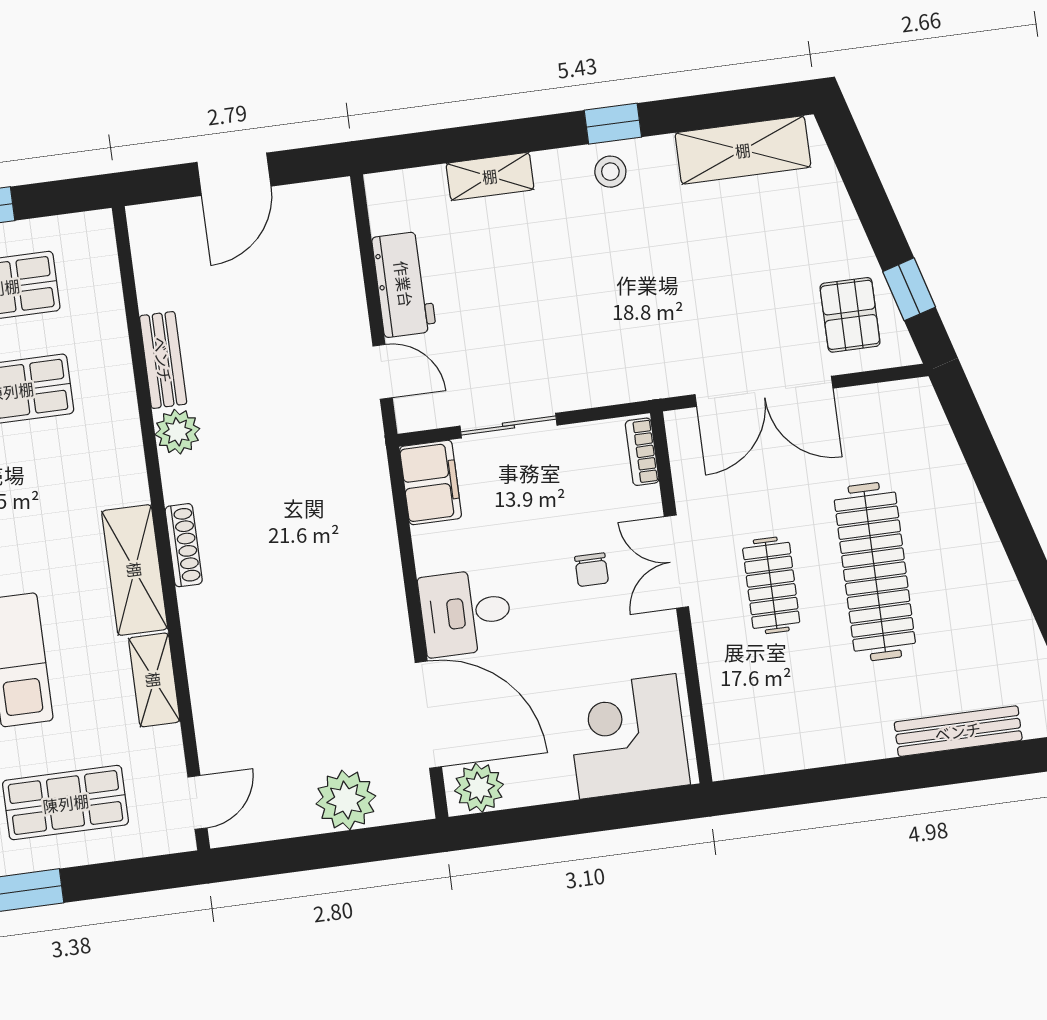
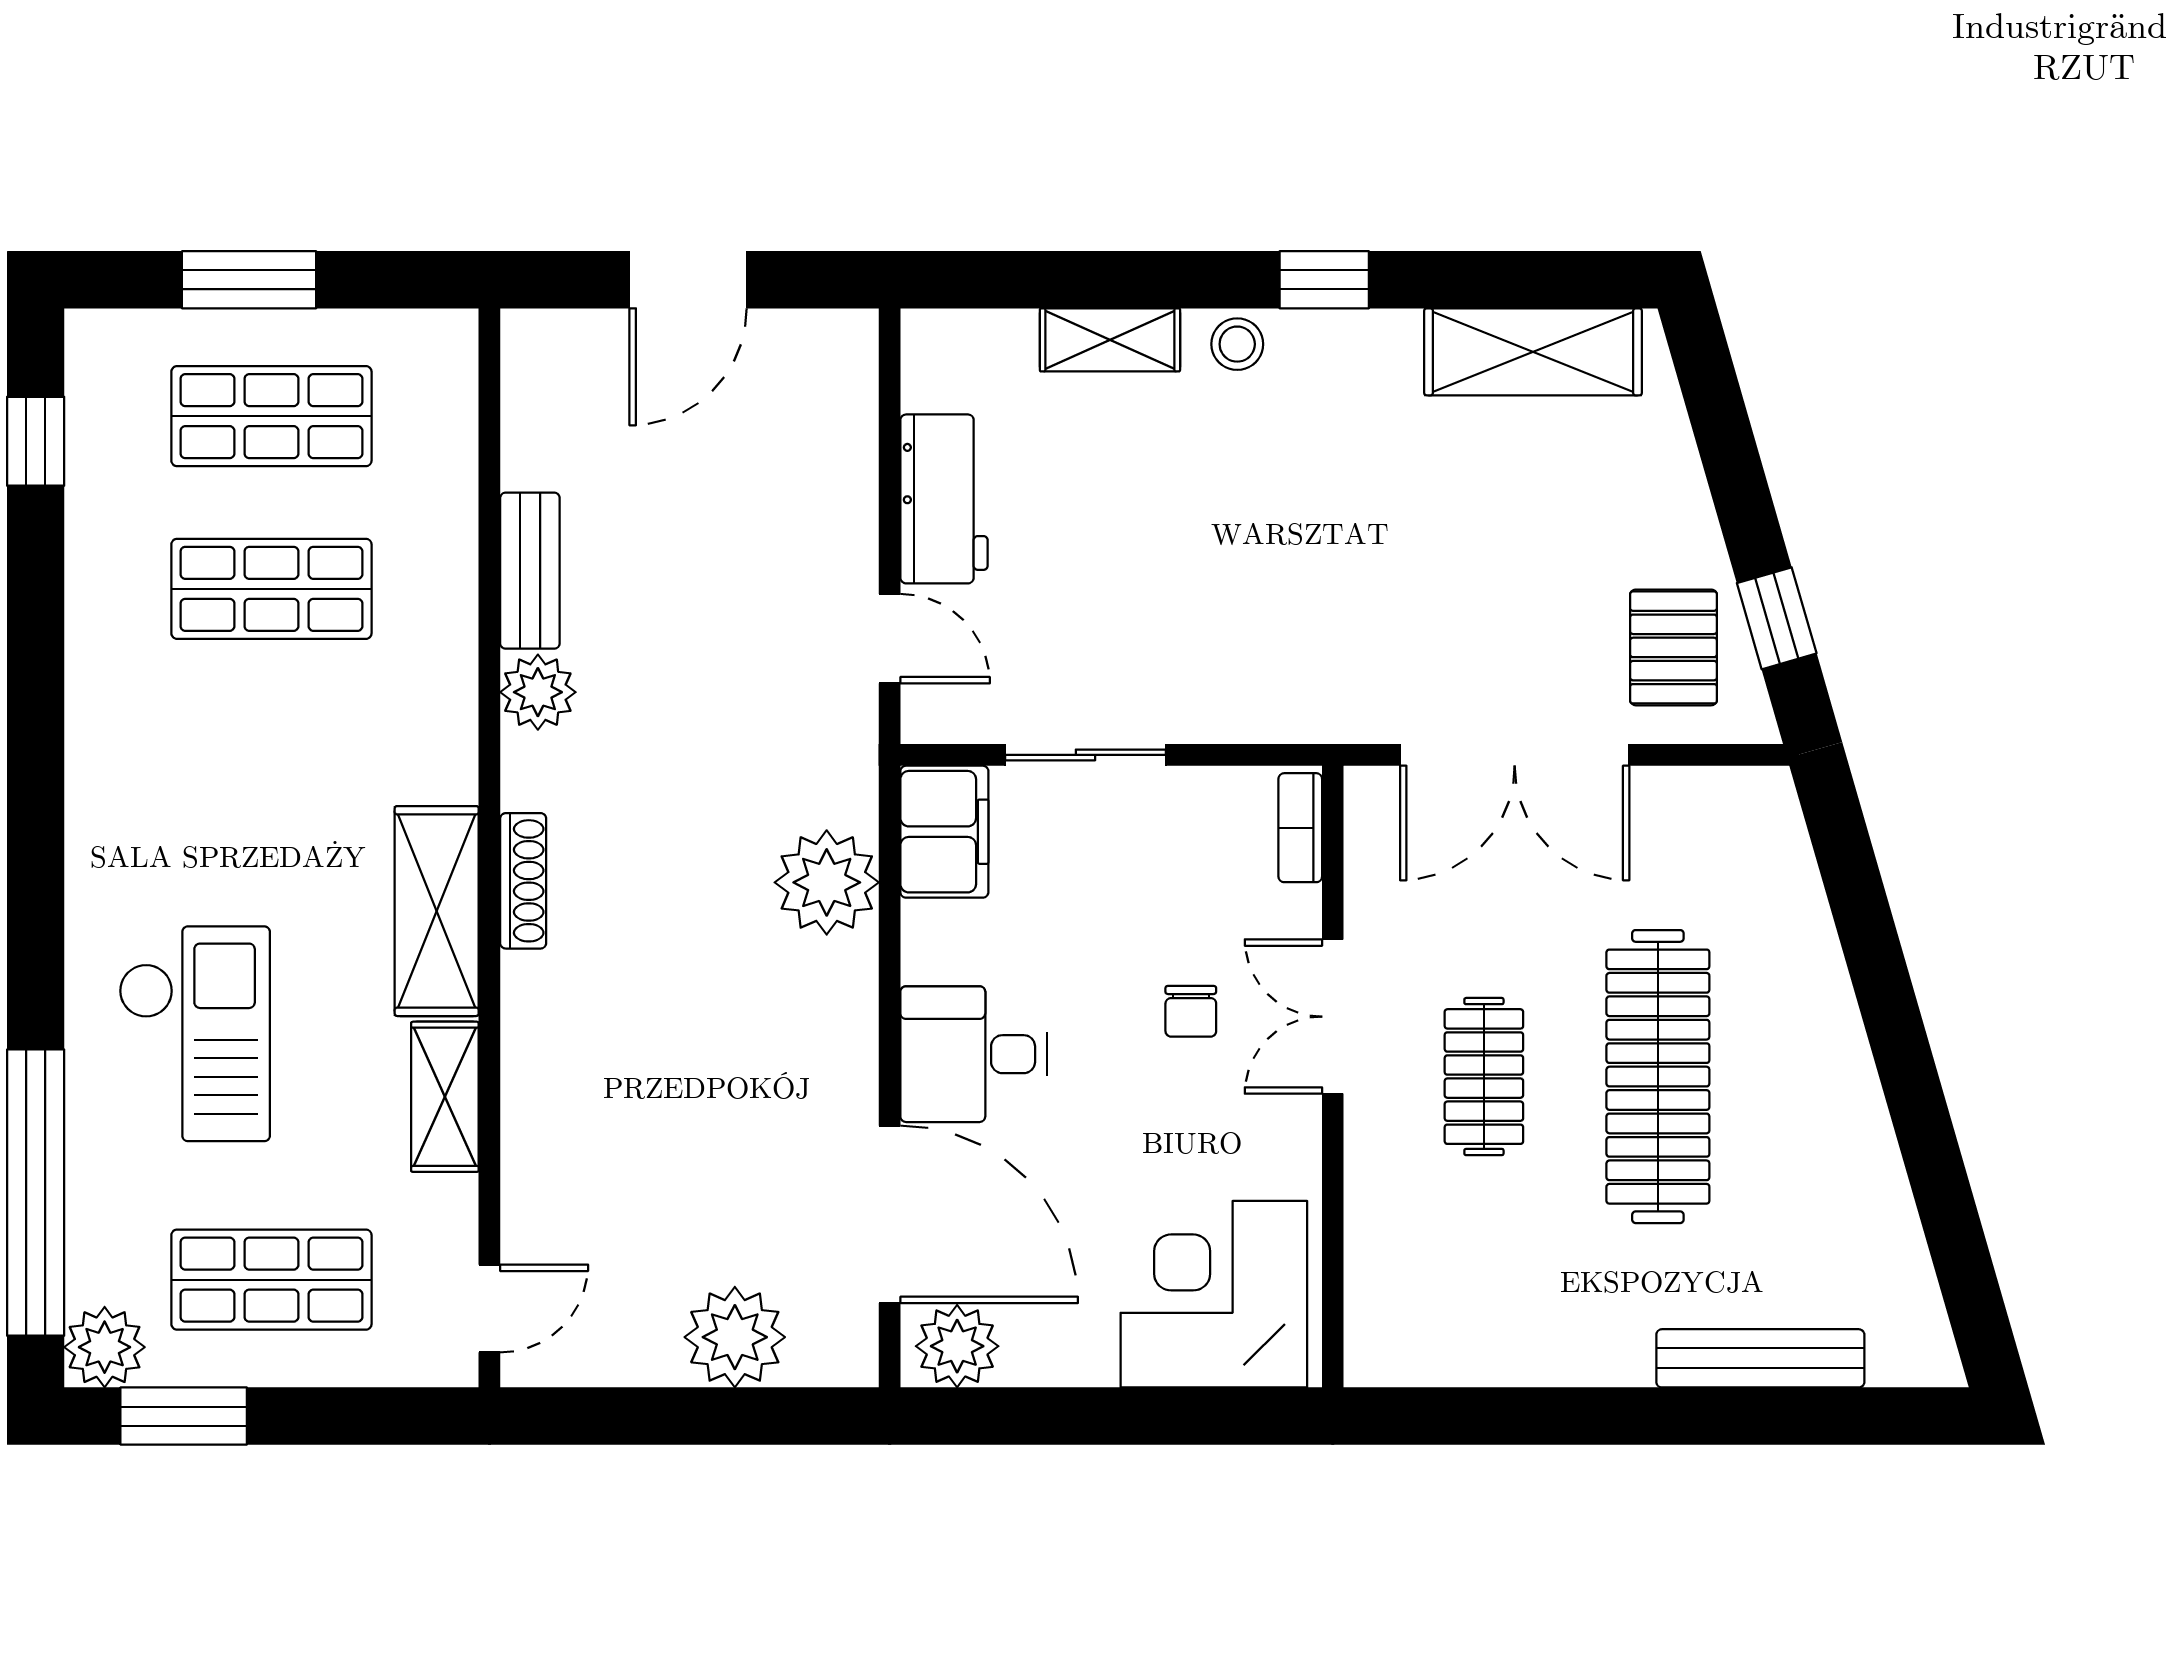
stool: (610, 172) -> (1237, 344), moved
plant: (365, 522) -> (827, 882), added

